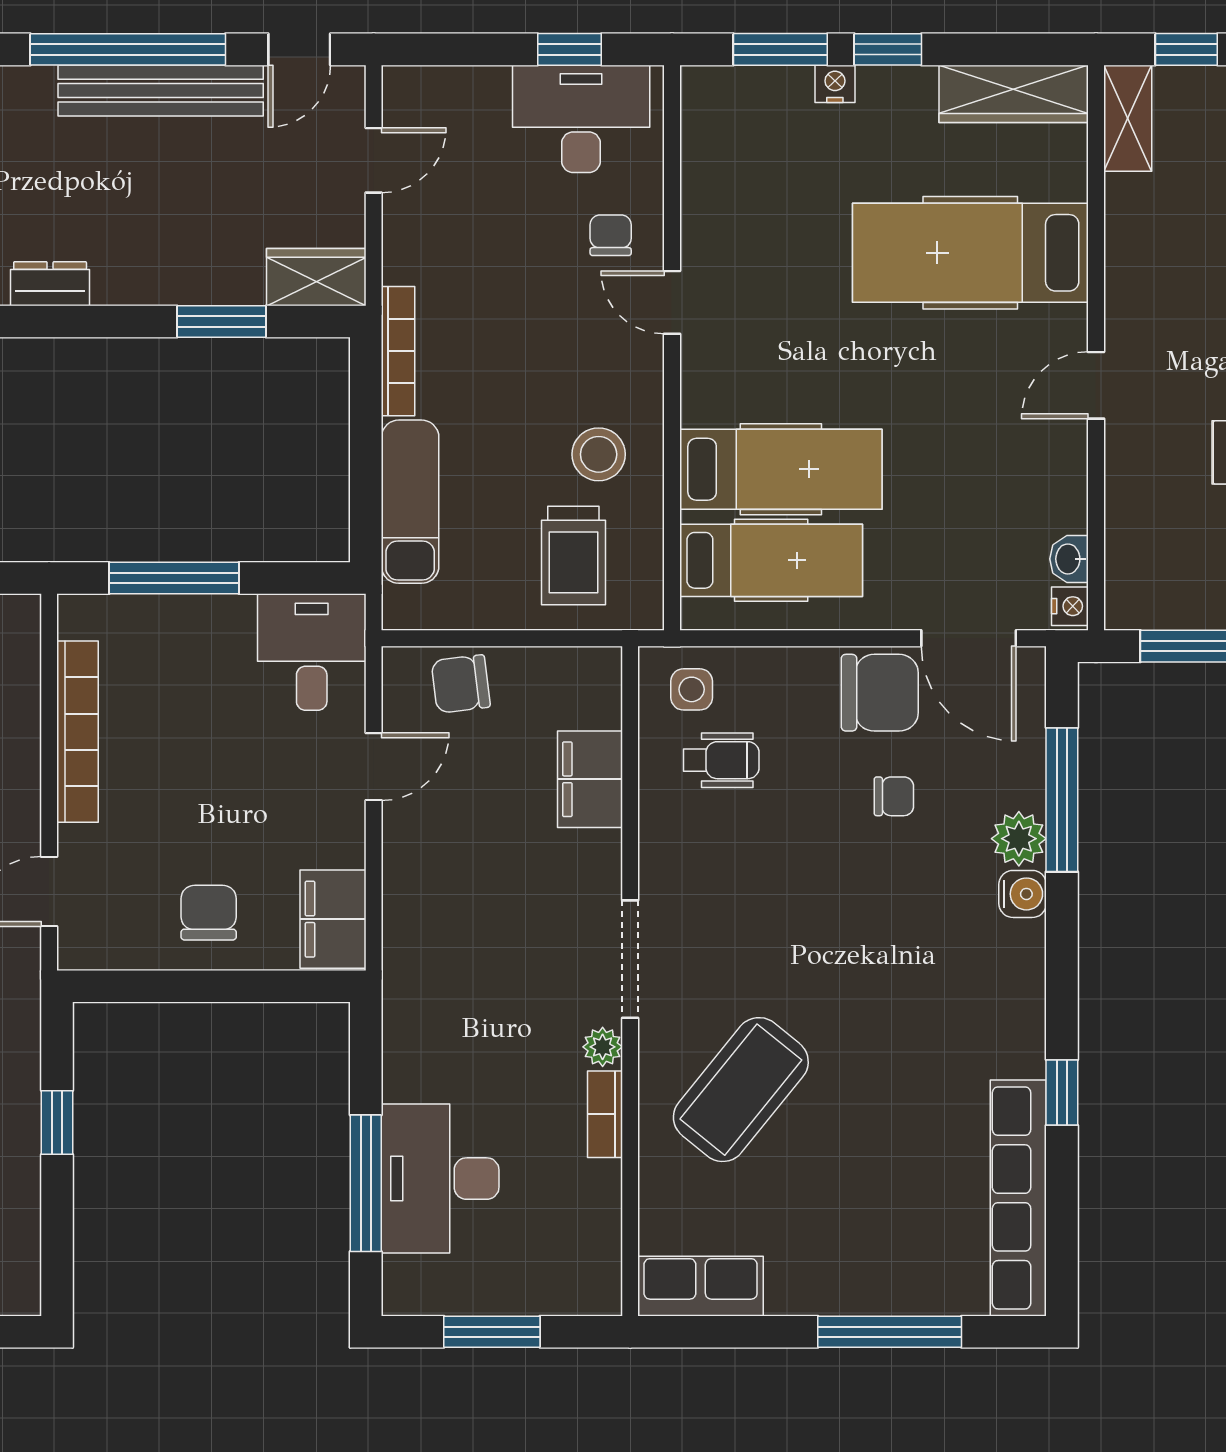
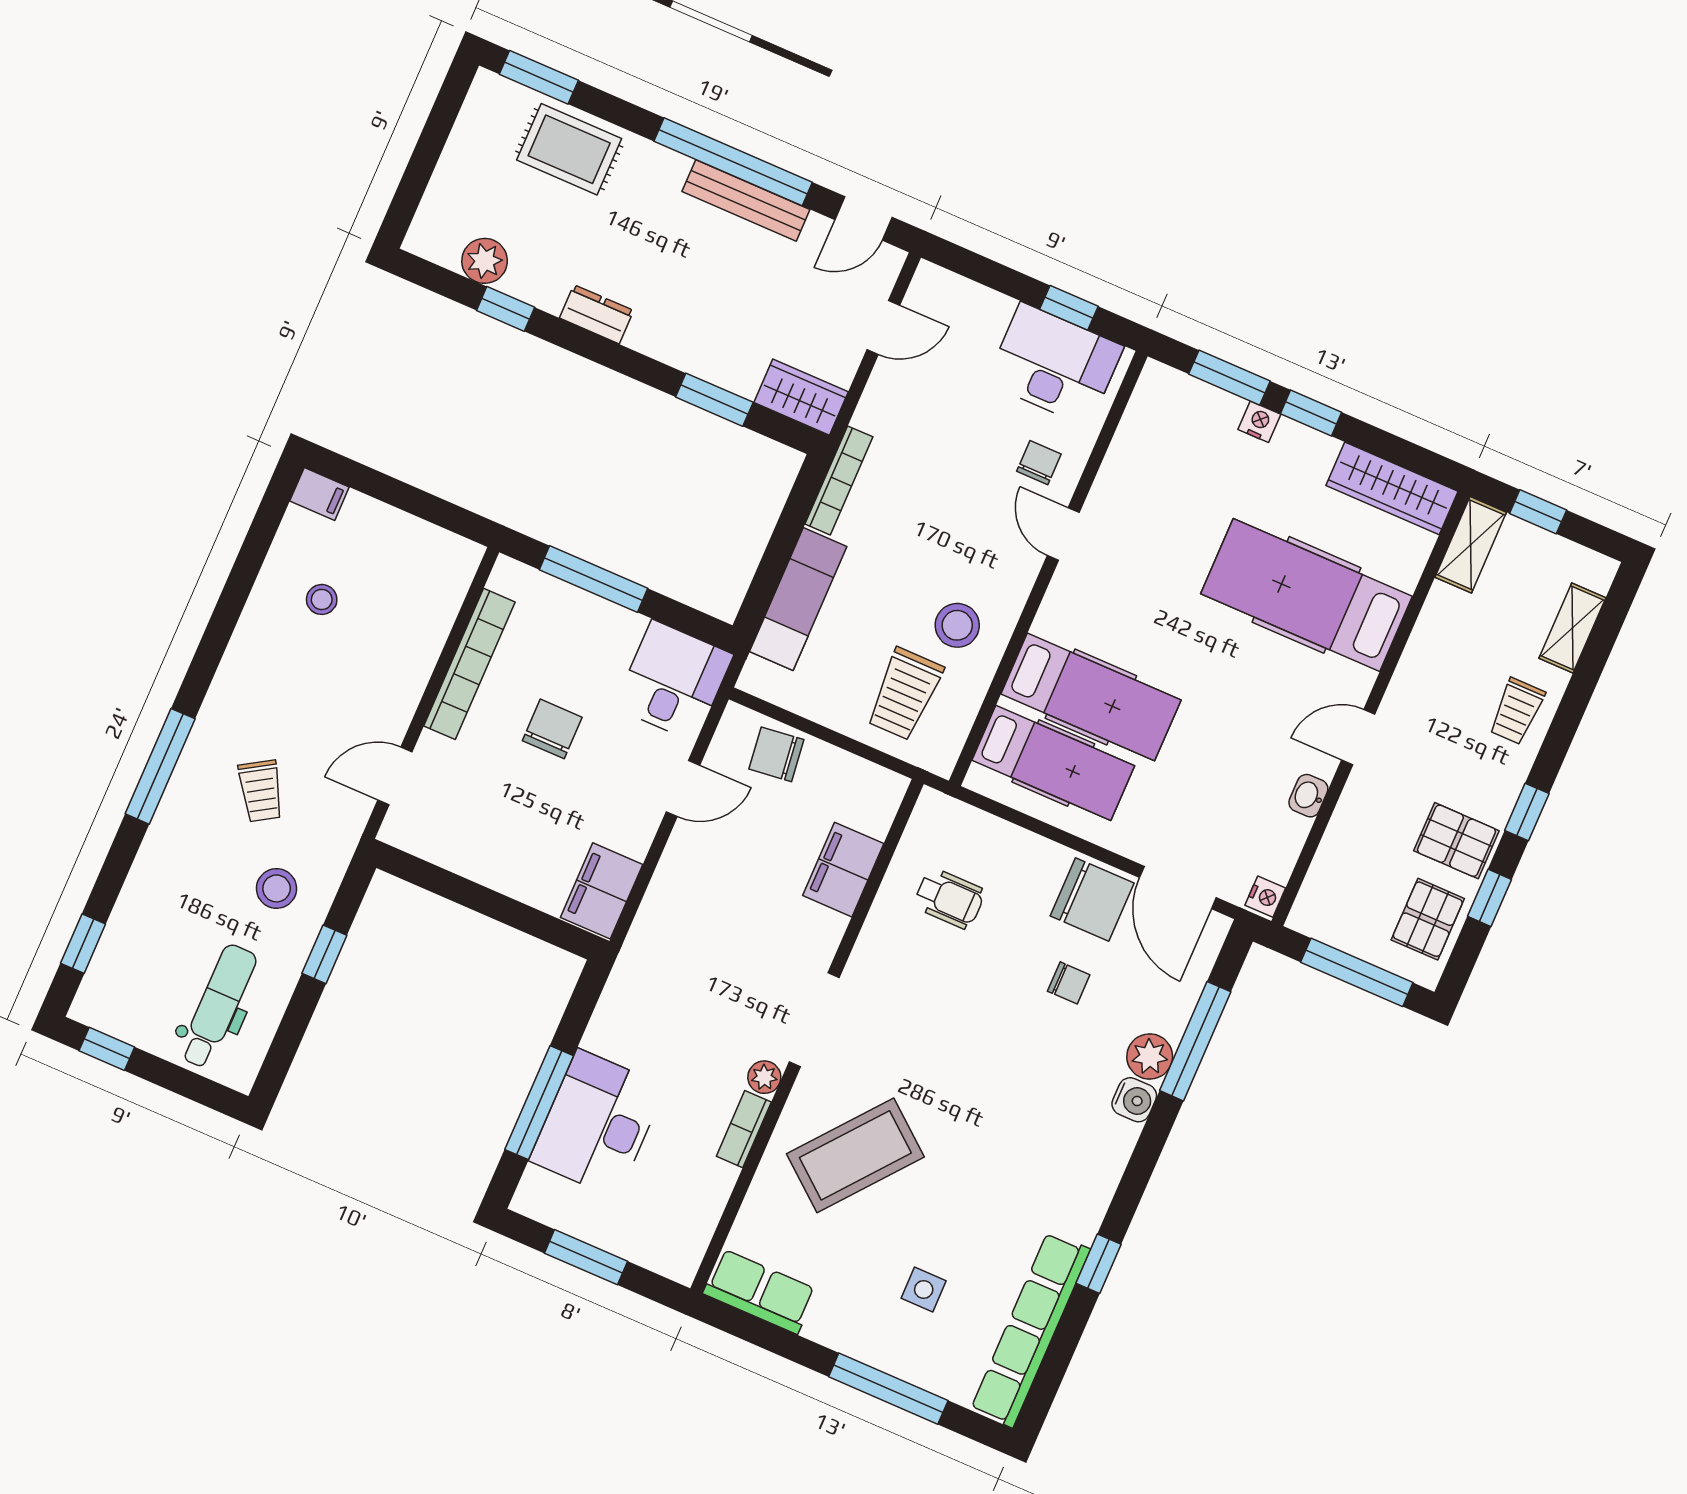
bench: (161, 91) -> (746, 200), width x0.73, depth x0.82
washbasin: (1069, 559) -> (1308, 796), moved
side table: (692, 689) -> (924, 1289), moved
chair: (209, 913) -> (552, 729), moved

